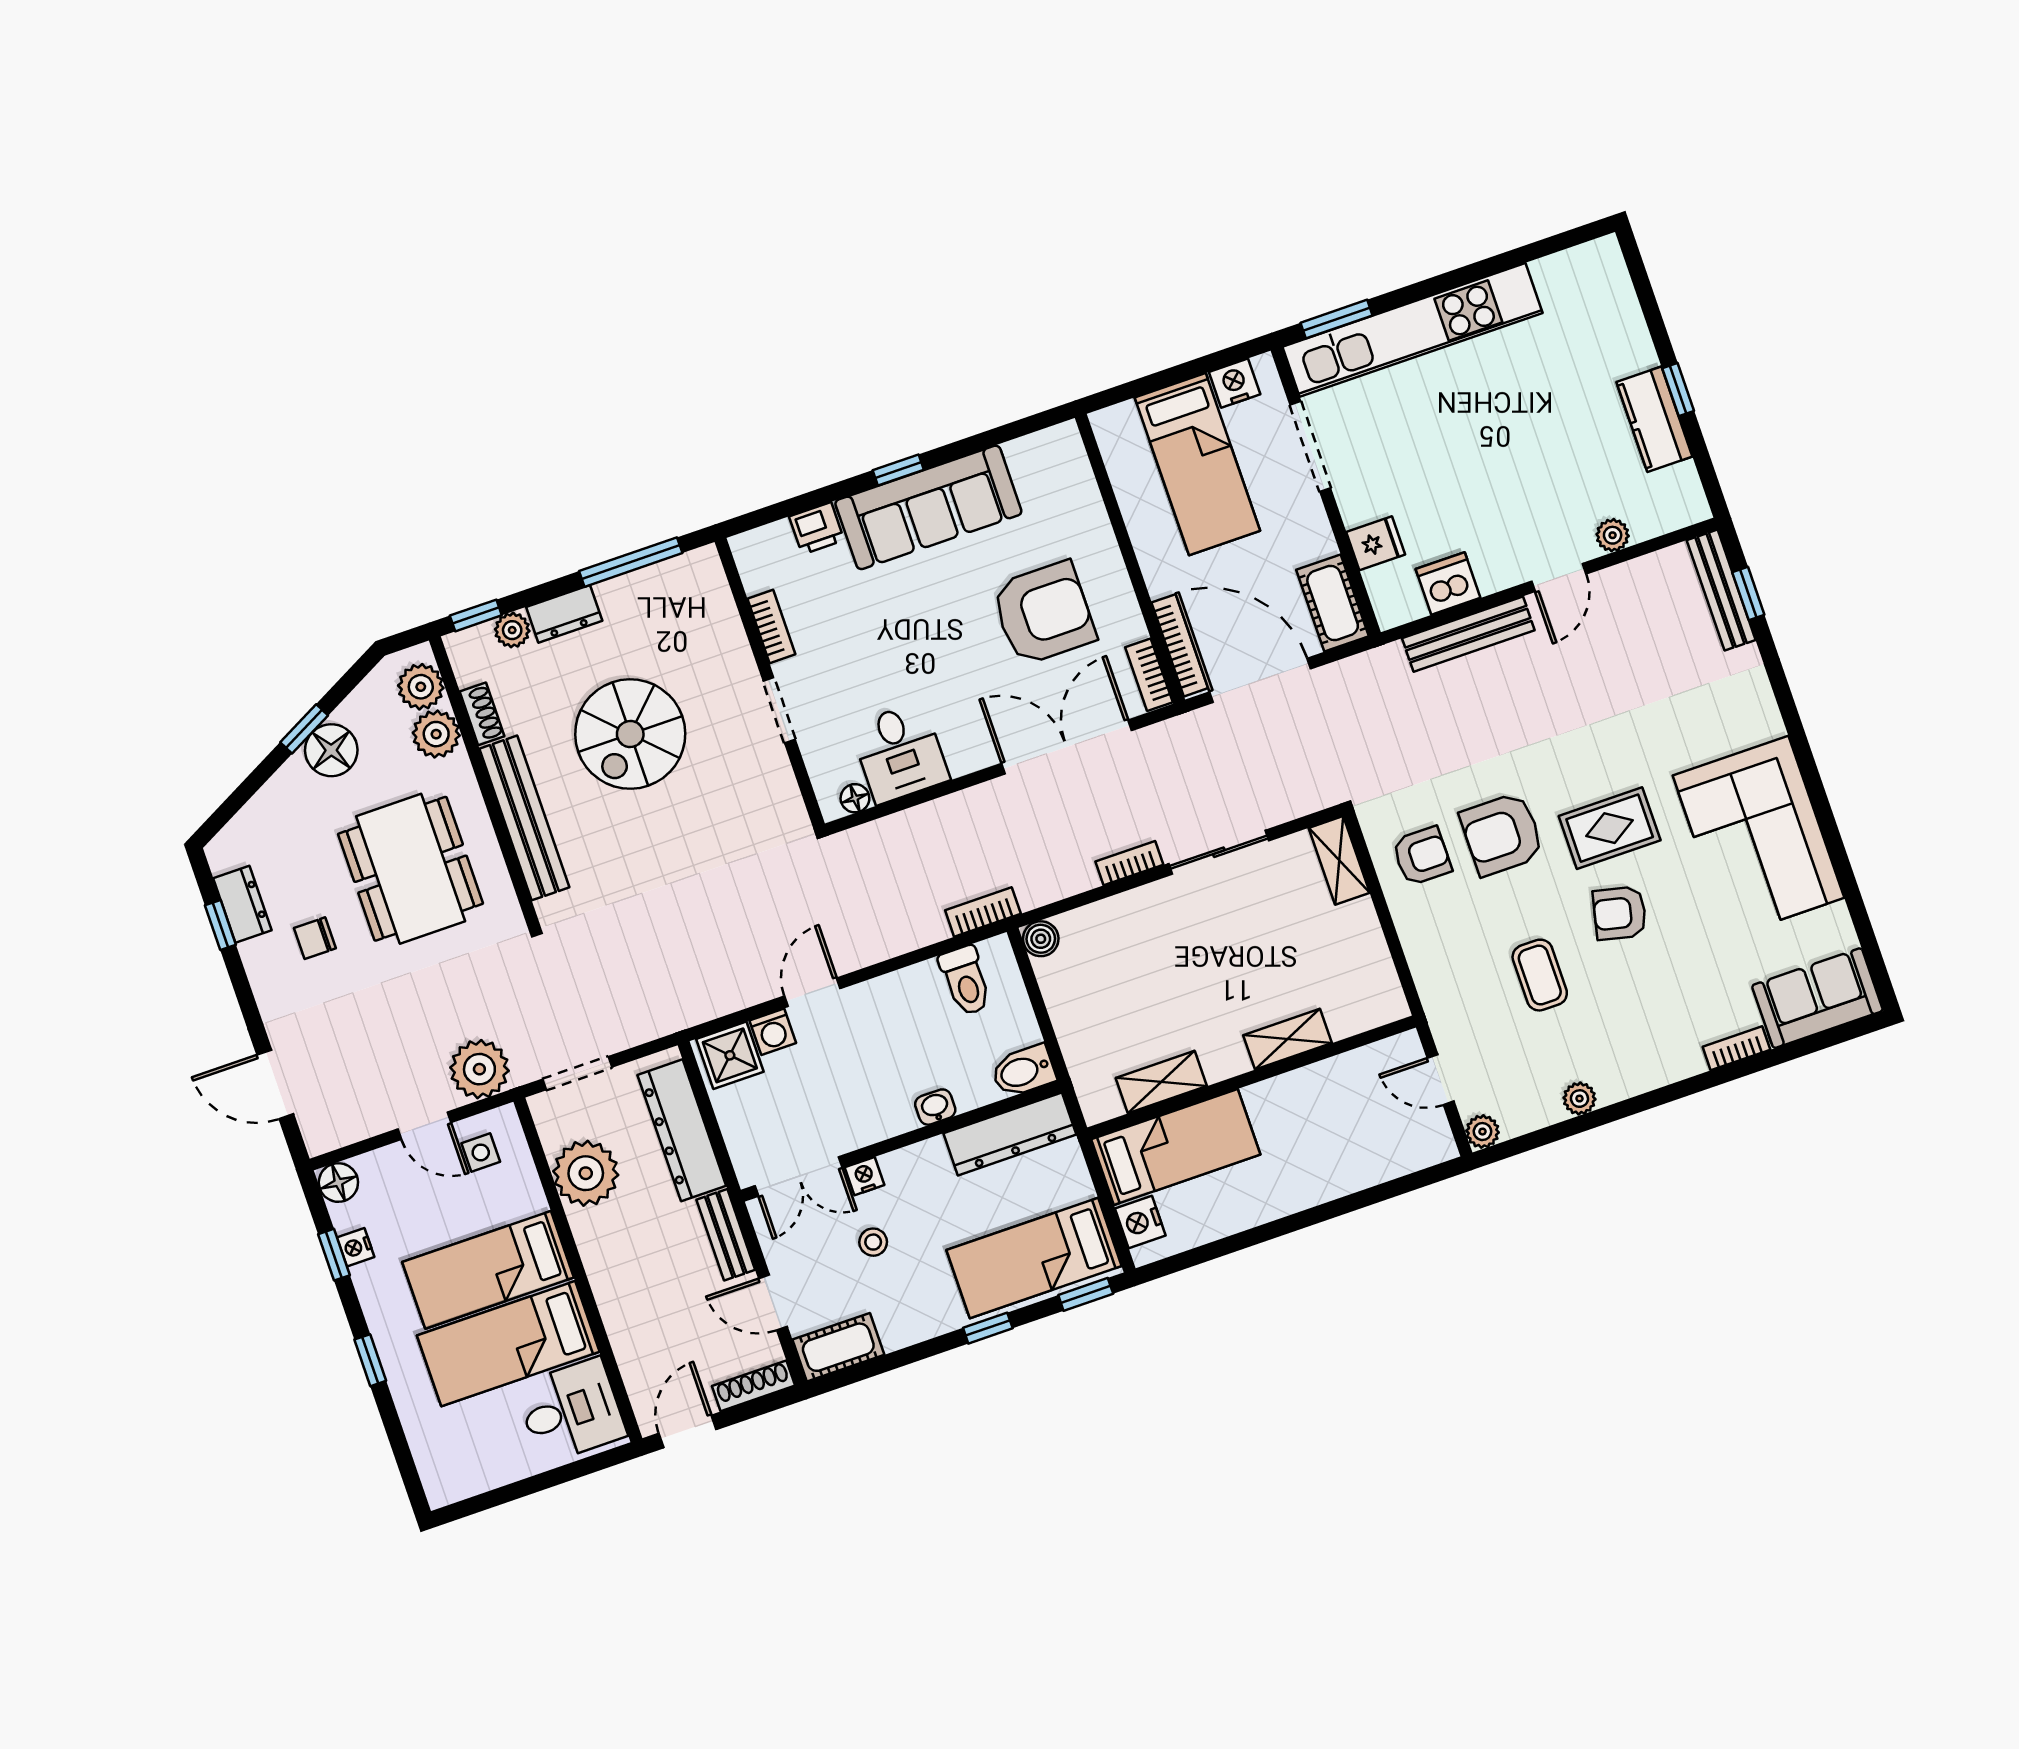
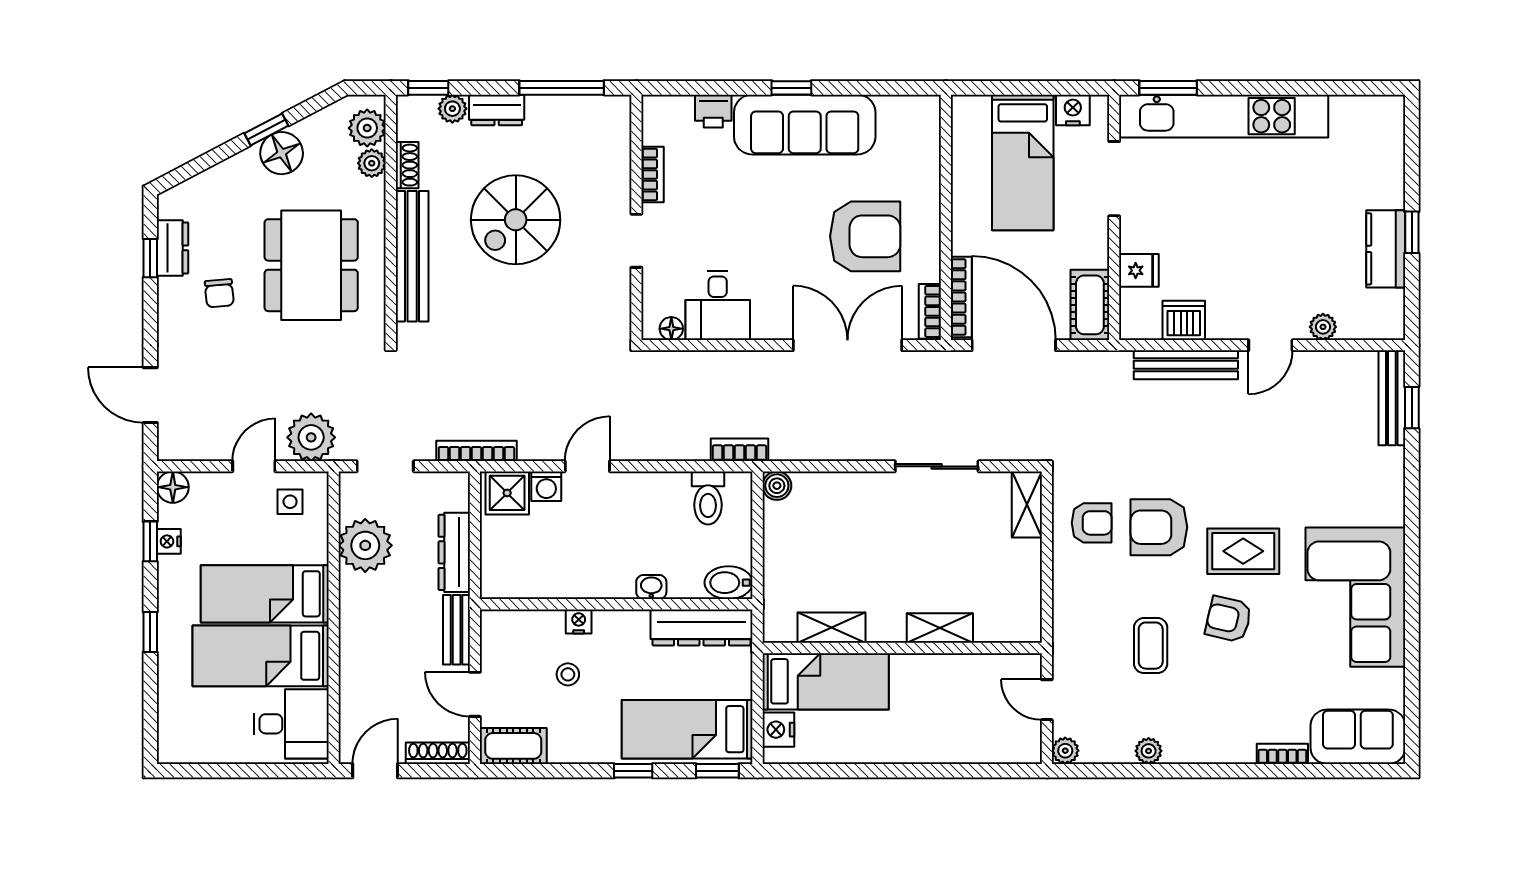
plant: (436, 734) -> (372, 163), width x0.73, depth x0.73
bookcase: (1129, 863) -> (476, 451), moved, width x1.56
chair: (315, 938) -> (219, 293), turned -95
door: (424, 1126) -> (254, 466), swing flipped
dresser: (682, 1130) -> (454, 552), width x0.73, depth x0.80
double door: (798, 1176) -> (528, 604), removed

